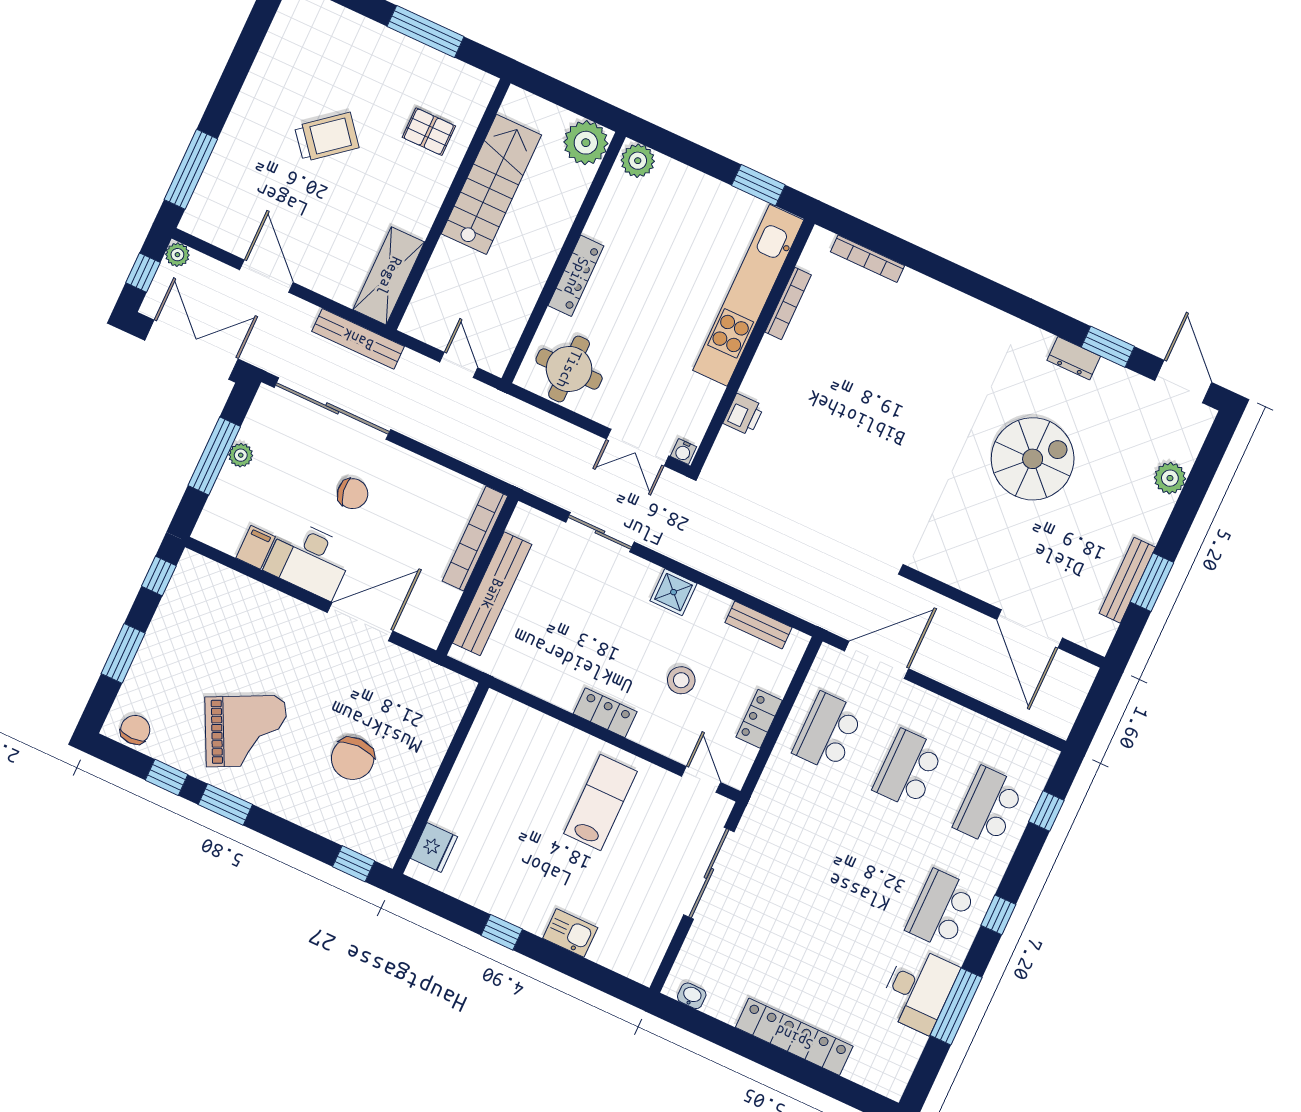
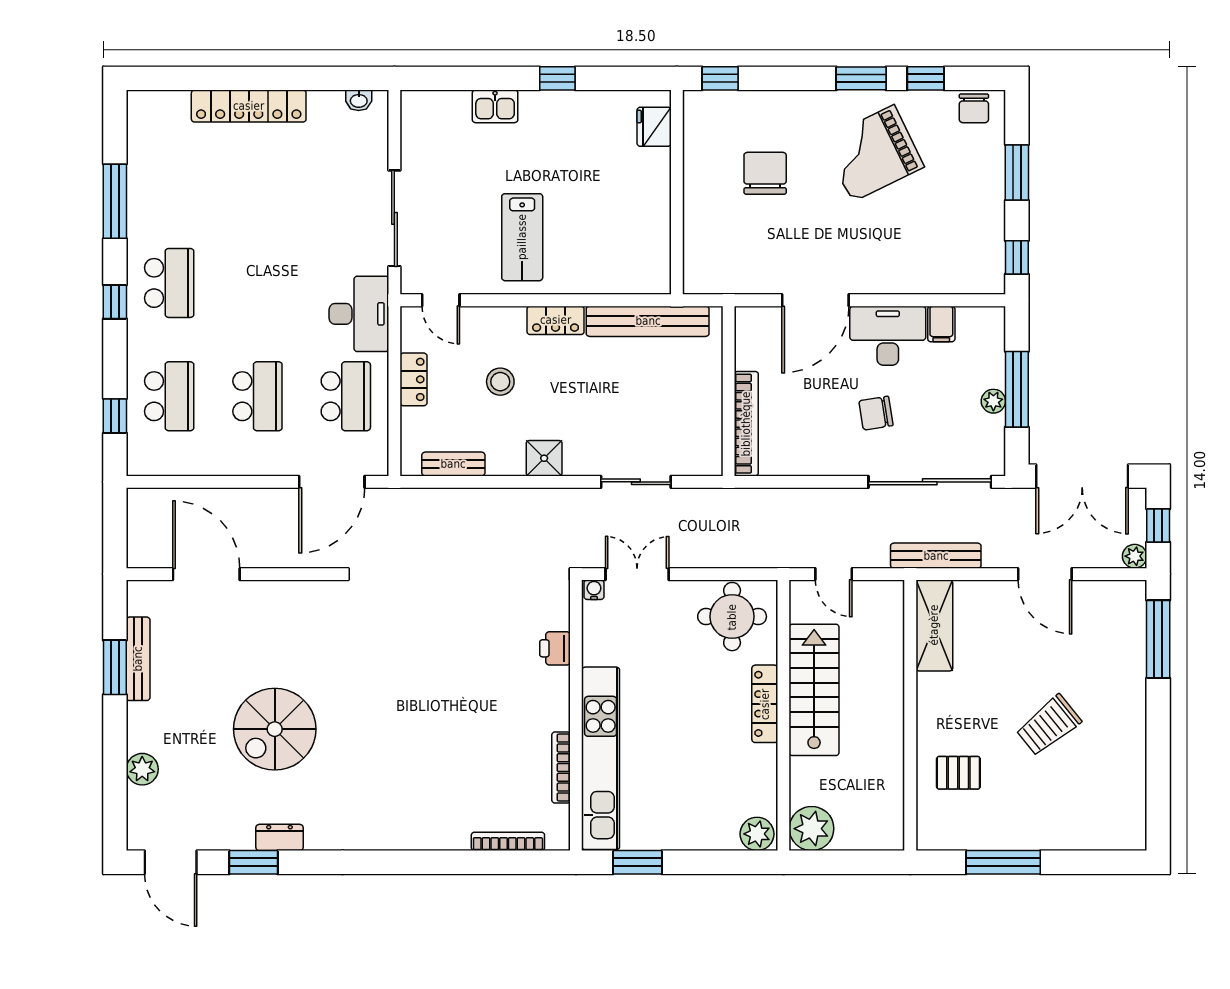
stairs: (491, 184) -> (814, 690), moved, turned 180
bench: (492, 594) -> (648, 321), moved, turned 90
desk: (918, 990) -> (359, 314), moved, turned 180

